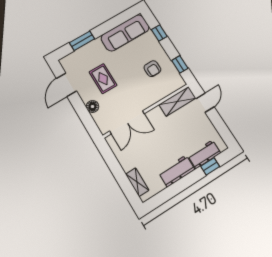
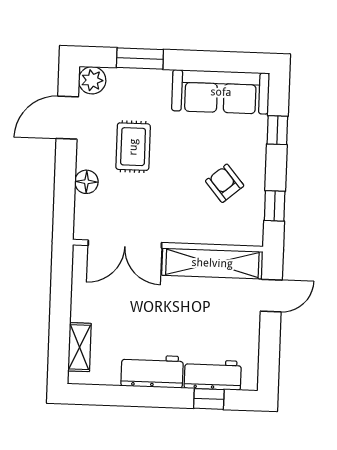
plant: (67, 62) -> (92, 80), added
armchair: (152, 69) -> (225, 183), turned 141
shelving: (177, 101) -> (212, 263), width x1.47

